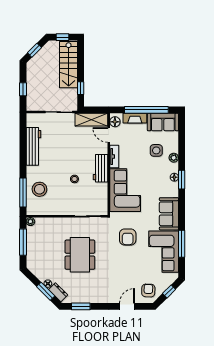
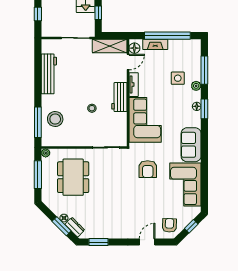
sofa: (163, 122) -> (185, 48), removed
door: (109, 135) -> (128, 62), swing flipped
window: (182, 244) -> (204, 70), moved
dining table: (80, 255) -> (73, 177), moved

